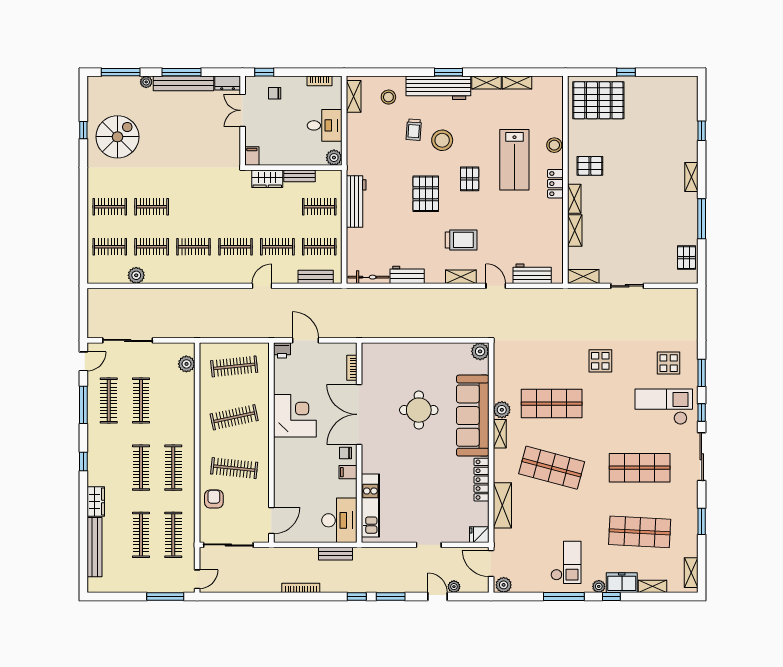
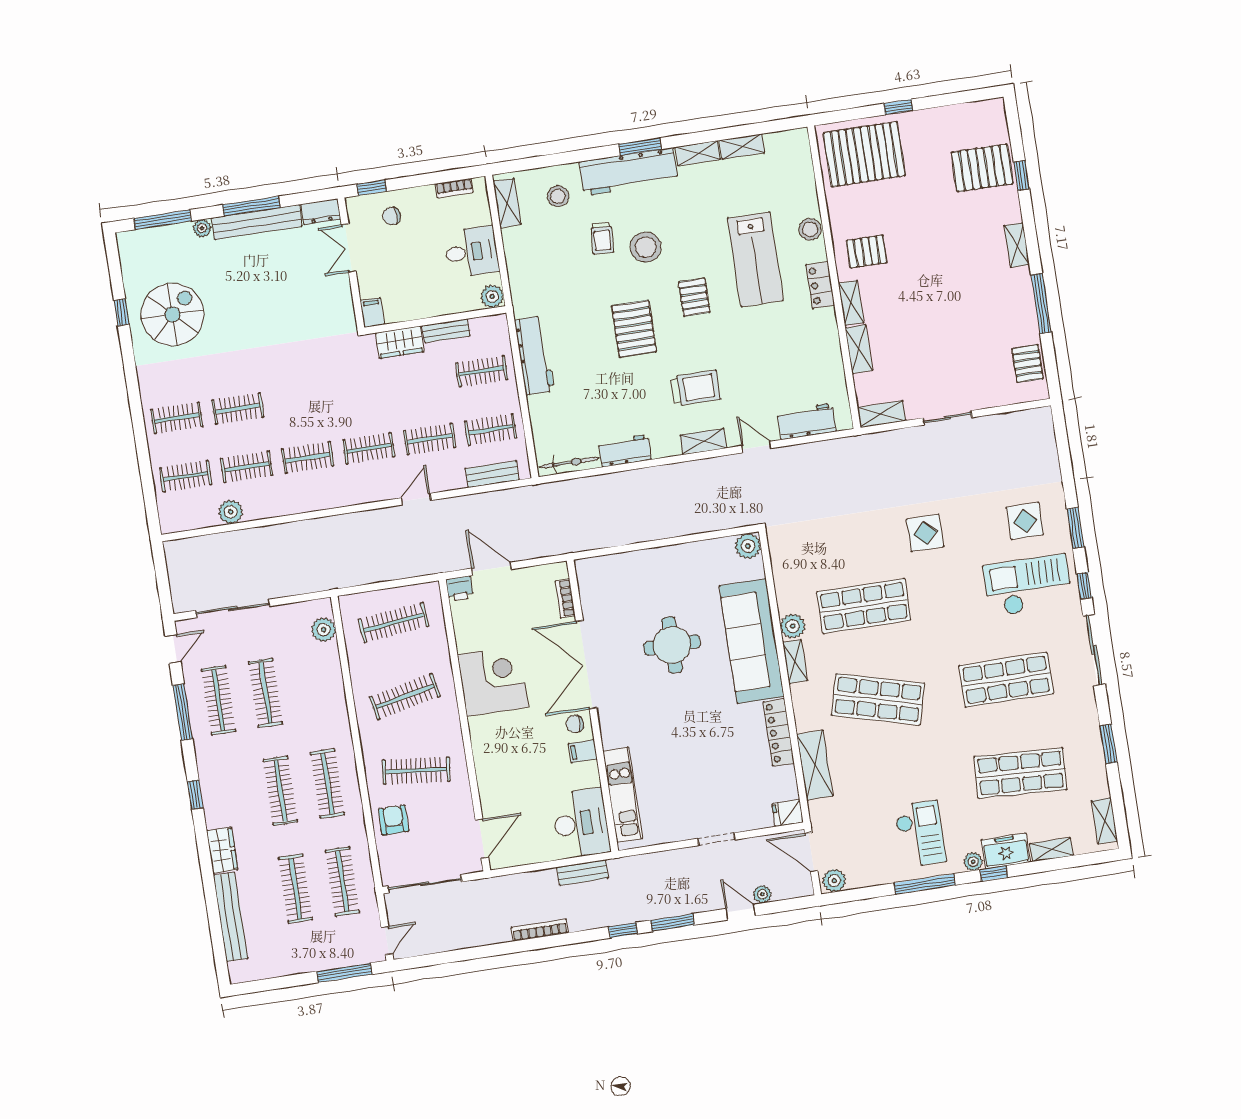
pallet: (676, 122) -> (982, 168), added

